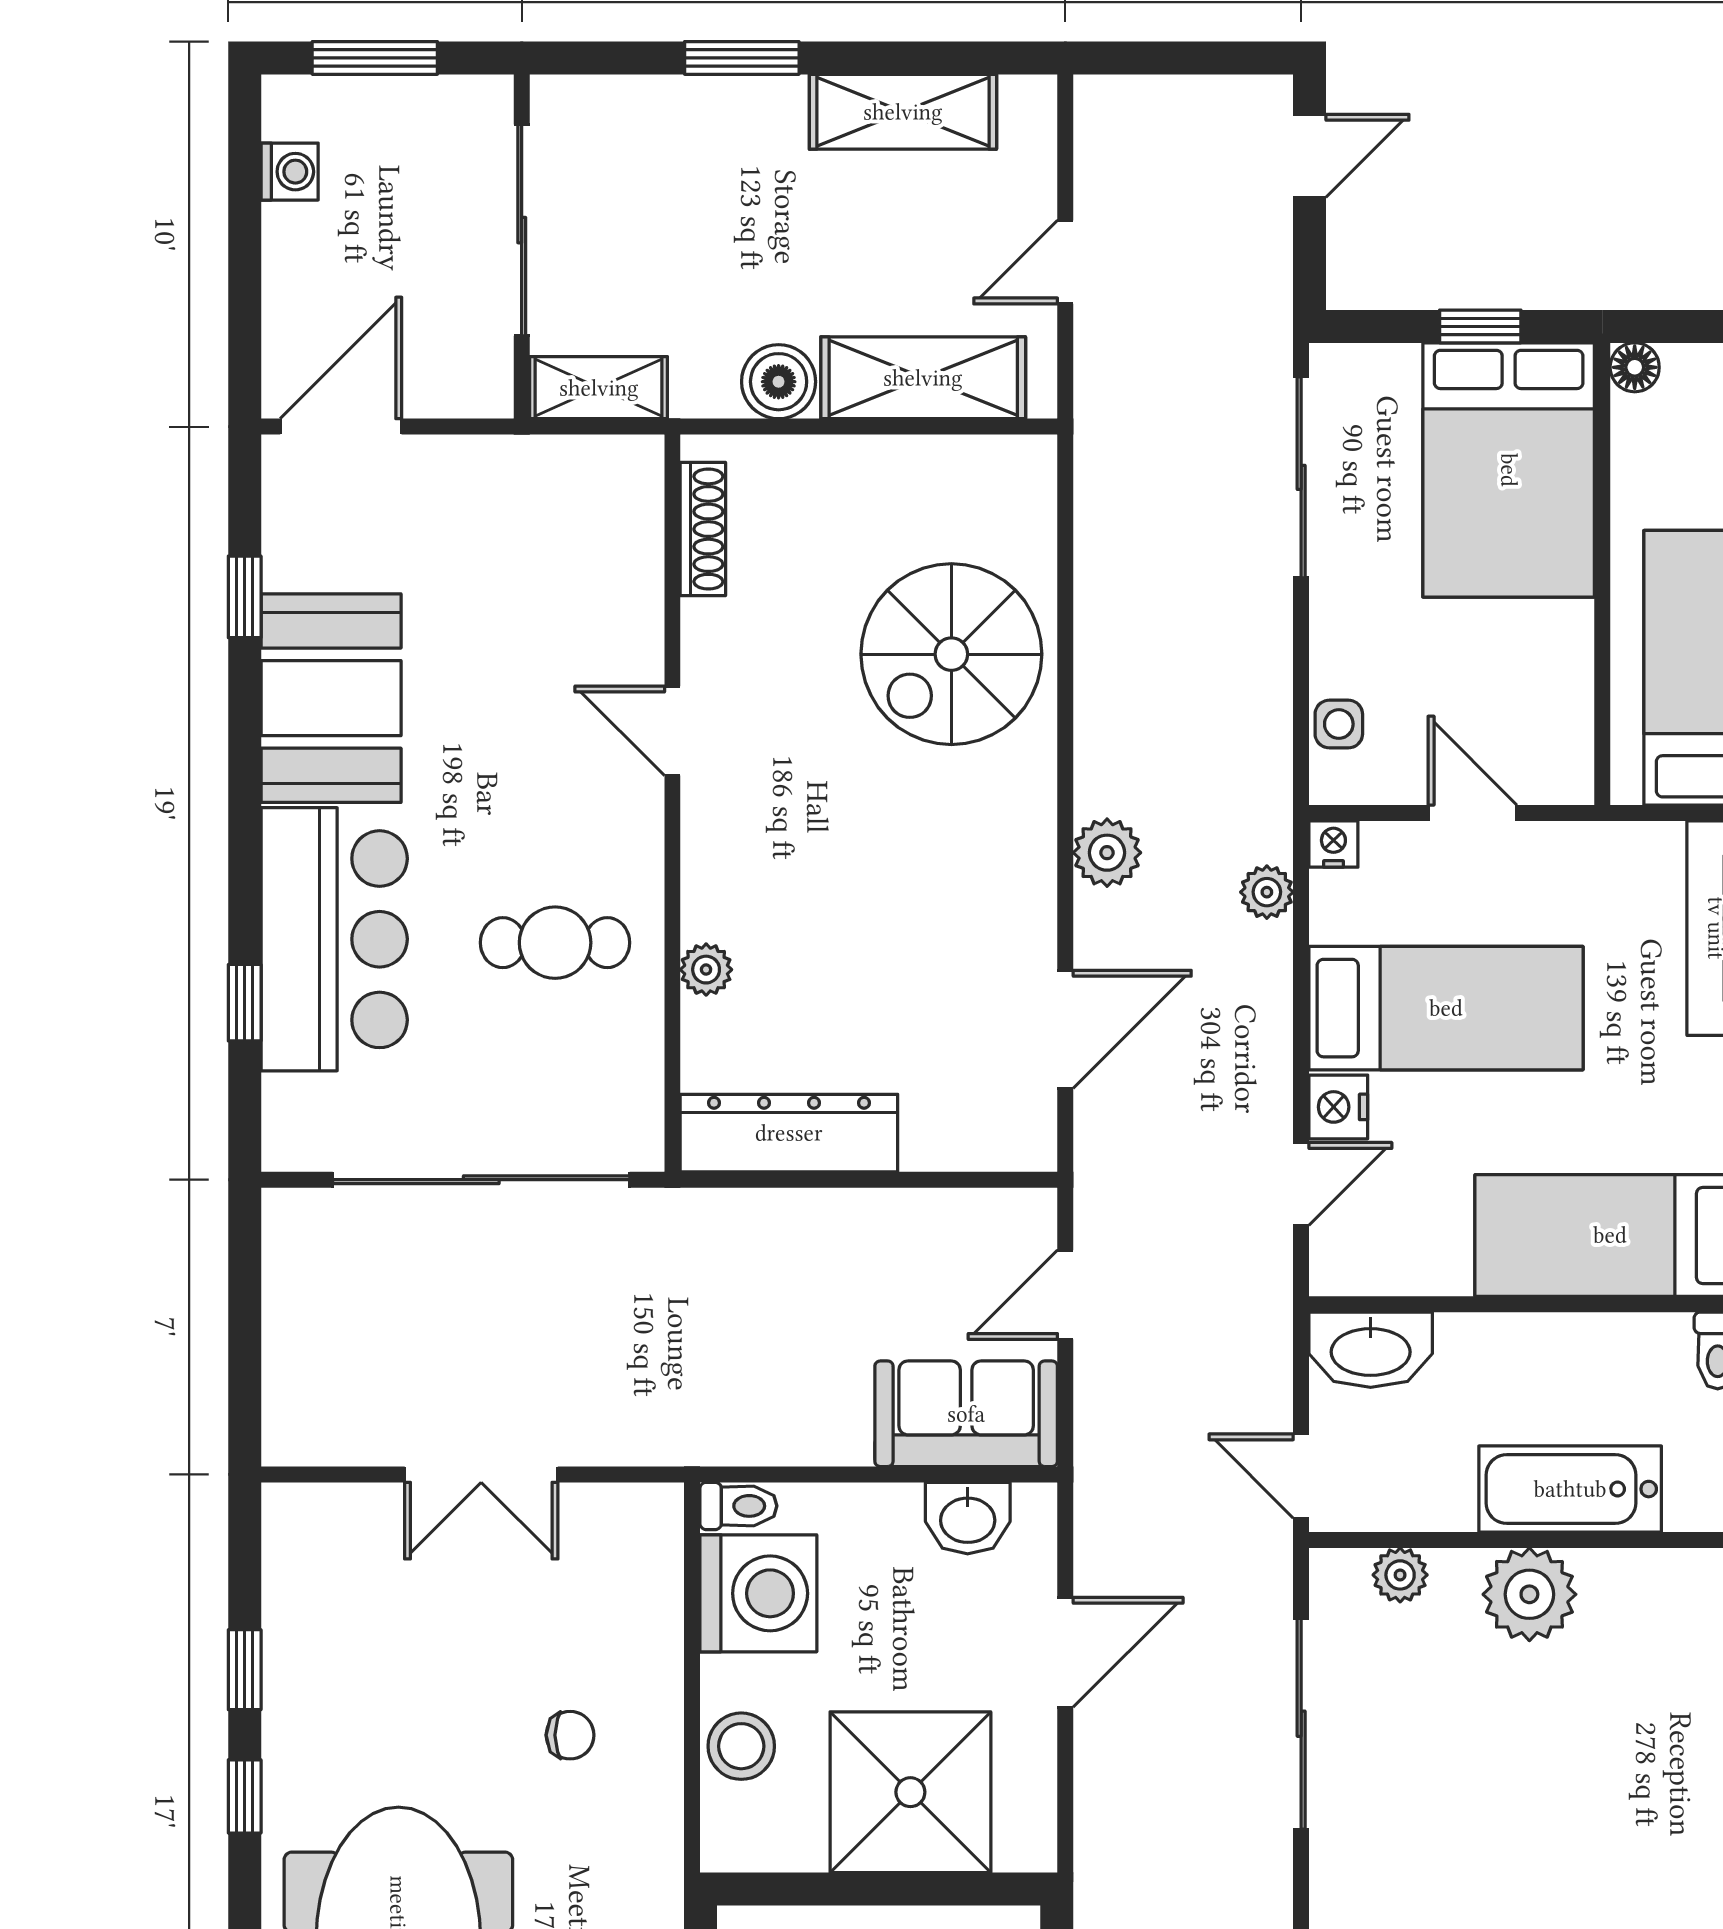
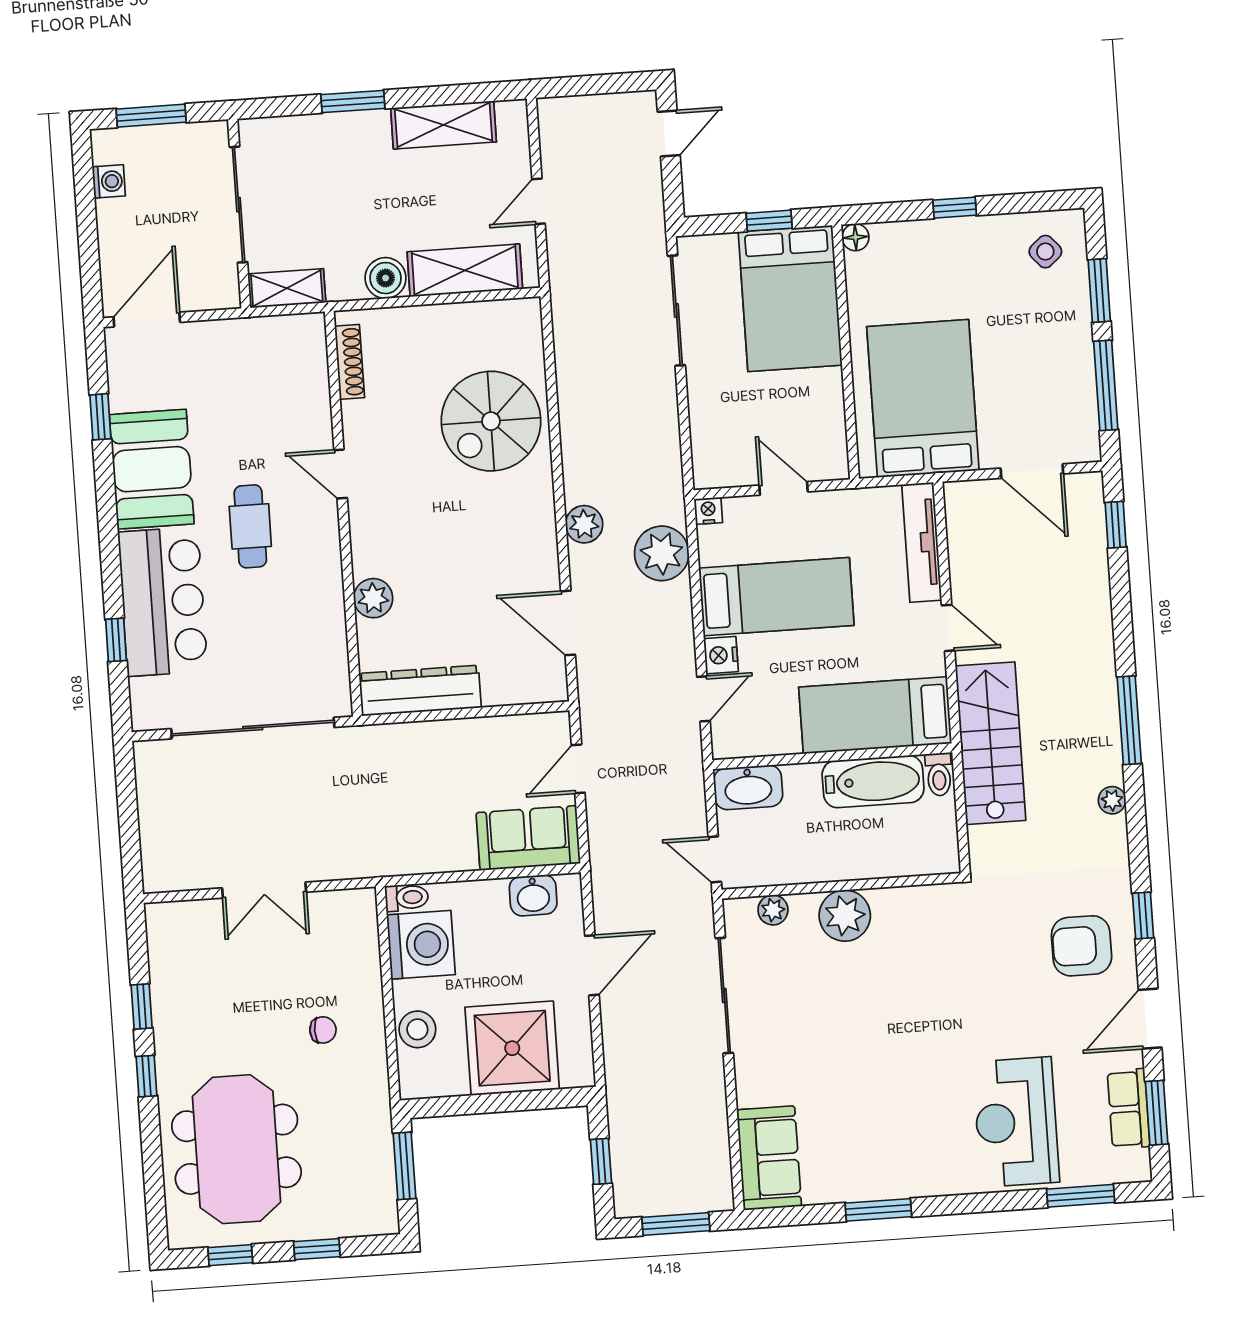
side table: (1339, 724) -> (707, 445), removed
plant: (1267, 892) -> (662, 553), width x1.87, depth x1.87
cafe table: (555, 943) -> (250, 526), moved, turned 90
plant: (706, 970) -> (373, 598), width x1.38, depth x1.38
door: (1065, 1029) -> (568, 623), swing flipped
bathtub: (1570, 1489) -> (873, 782), moved, turned 180

